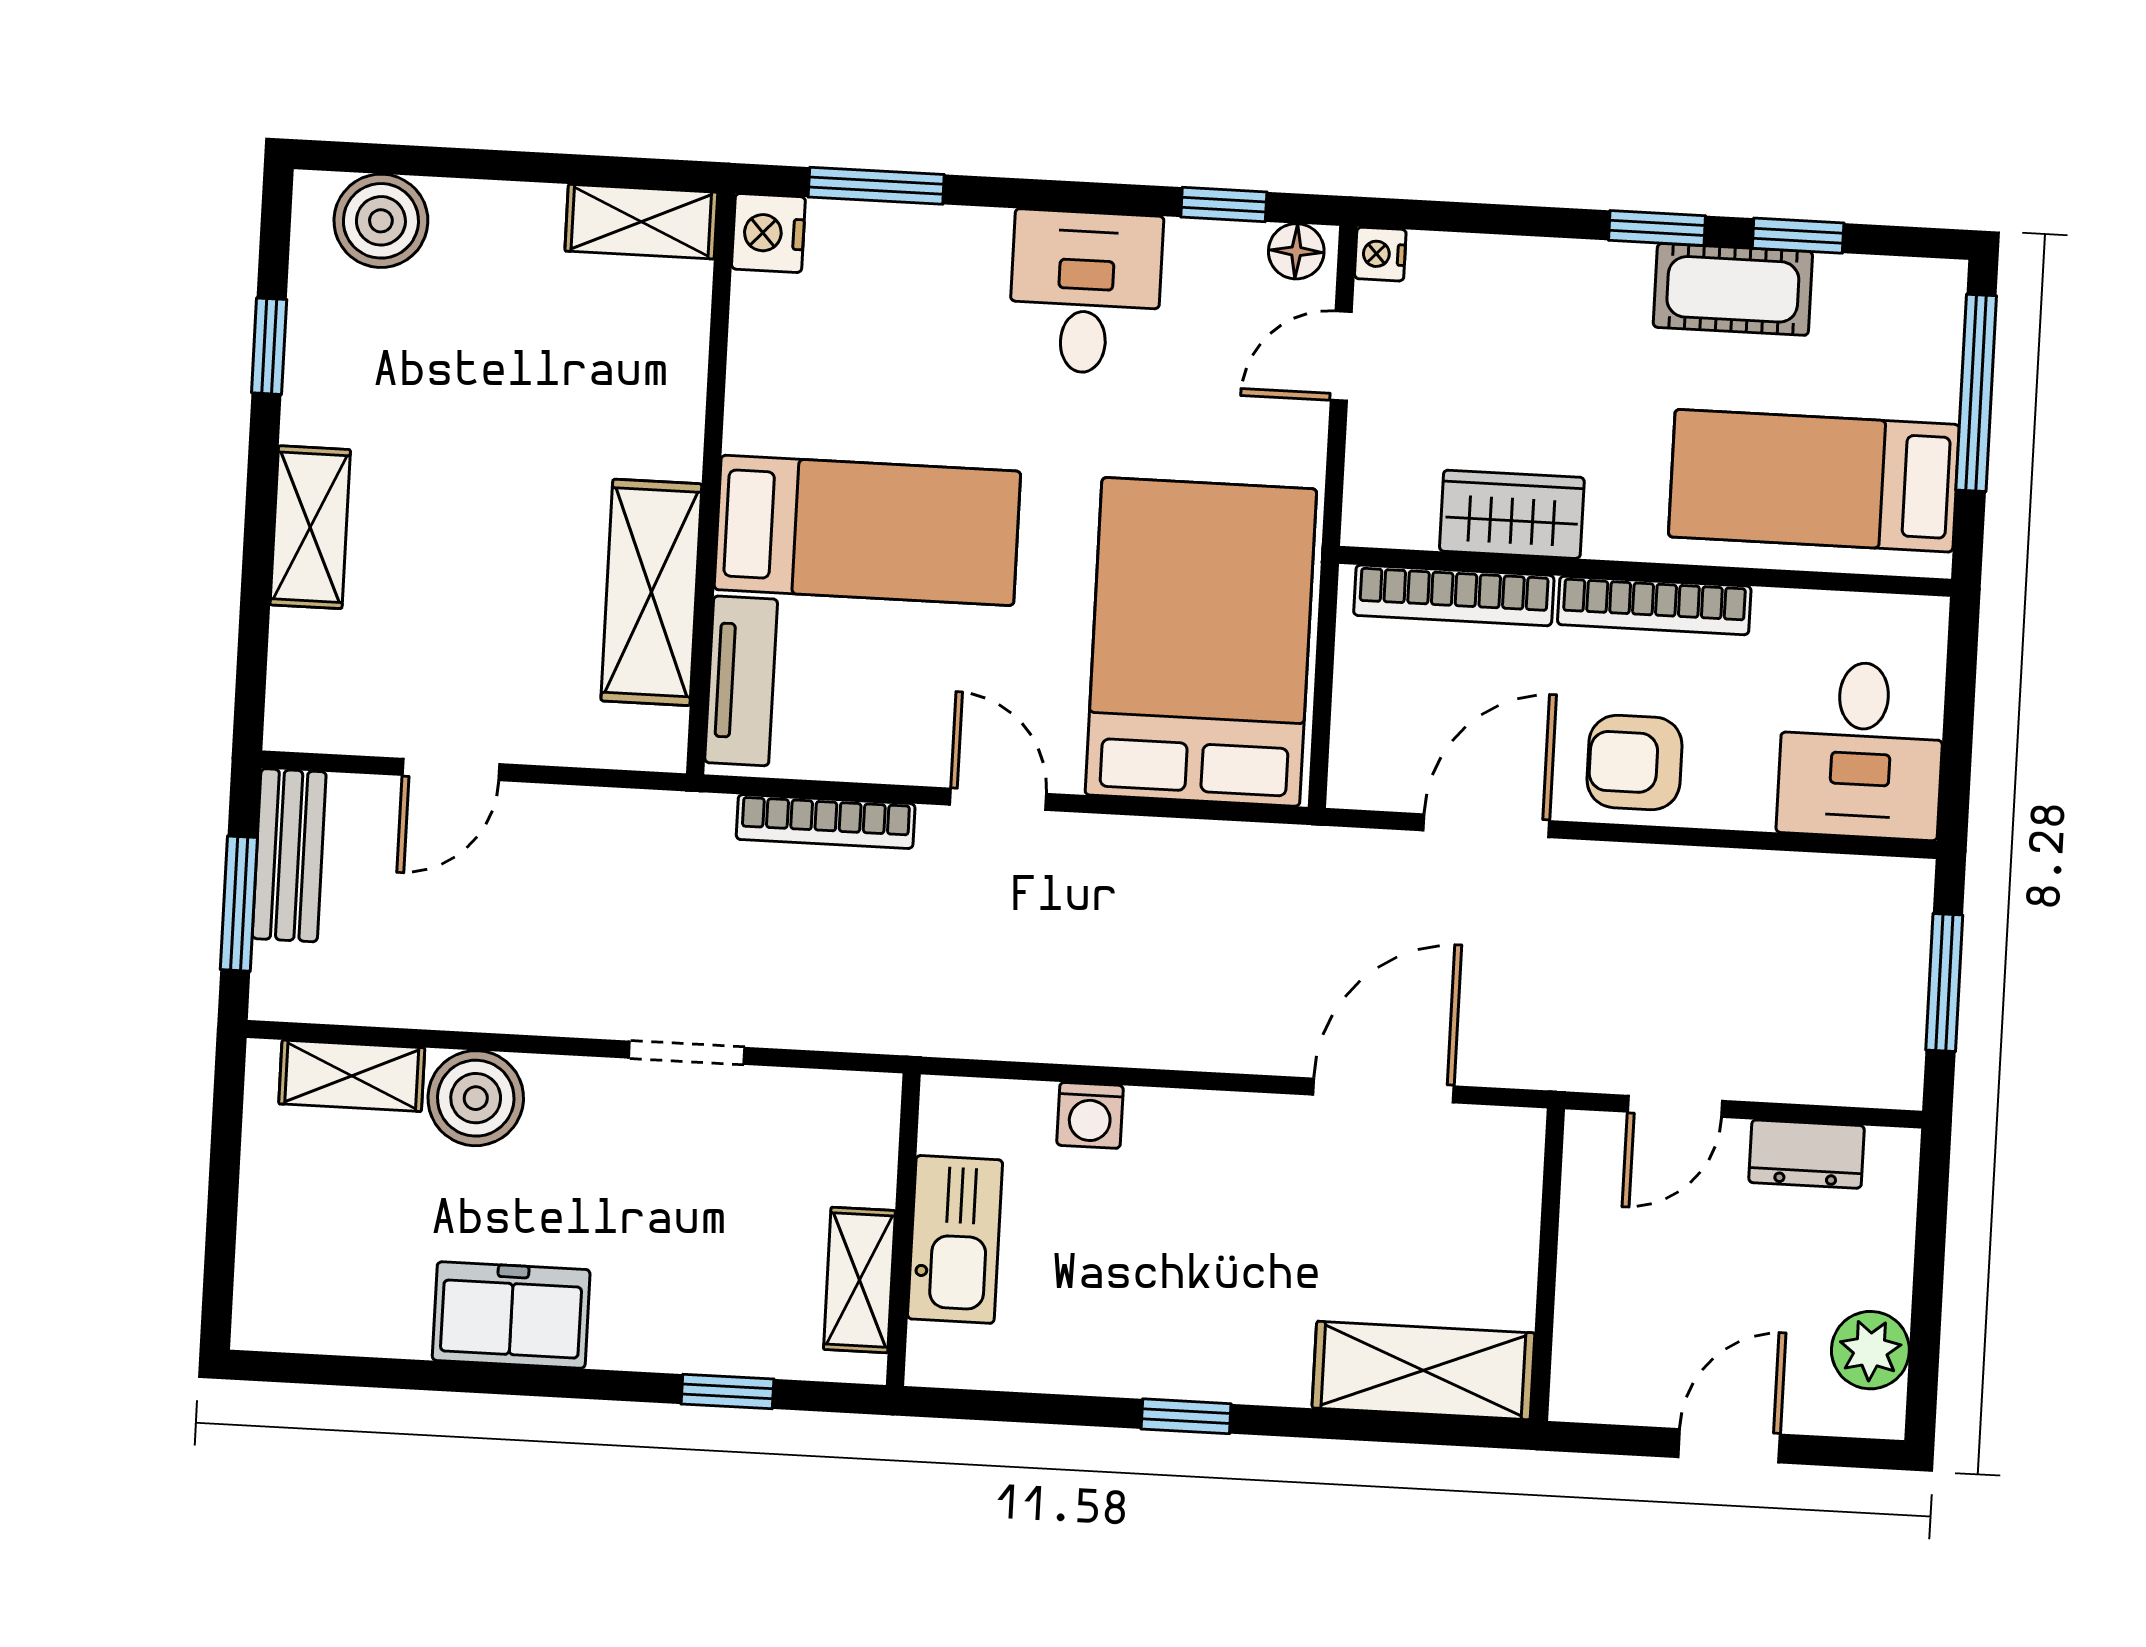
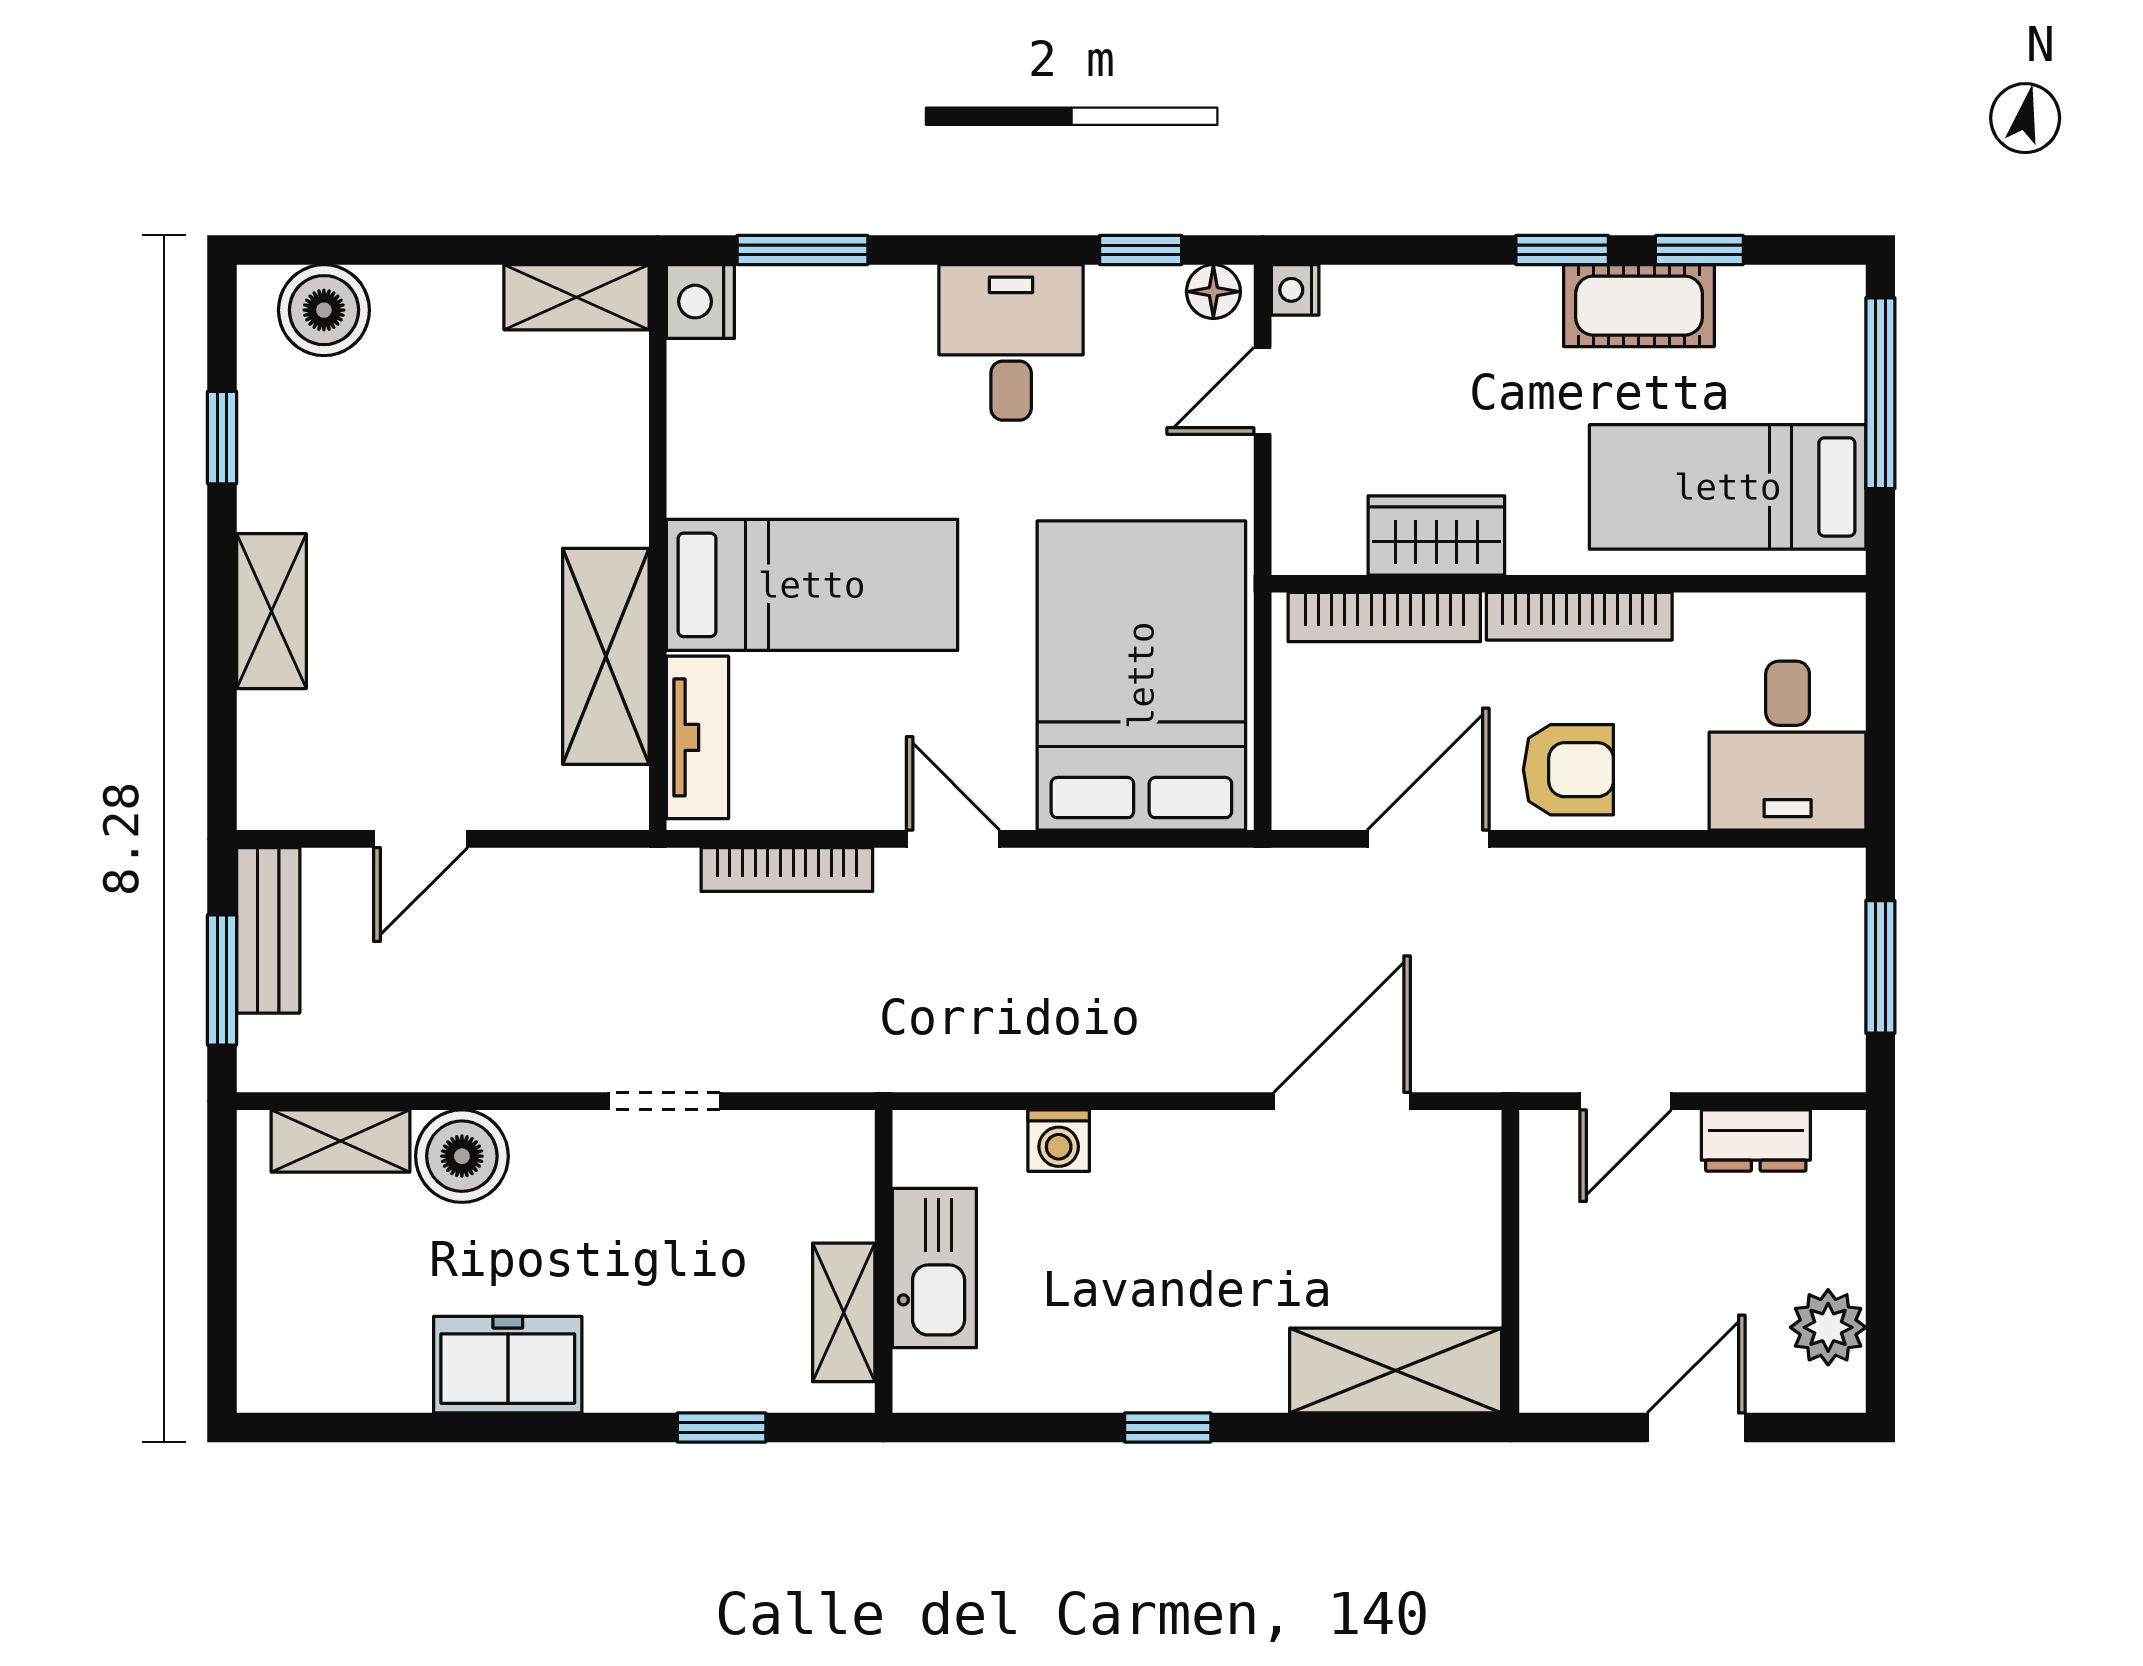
armchair: (1634, 762) -> (1568, 770), turned 180

